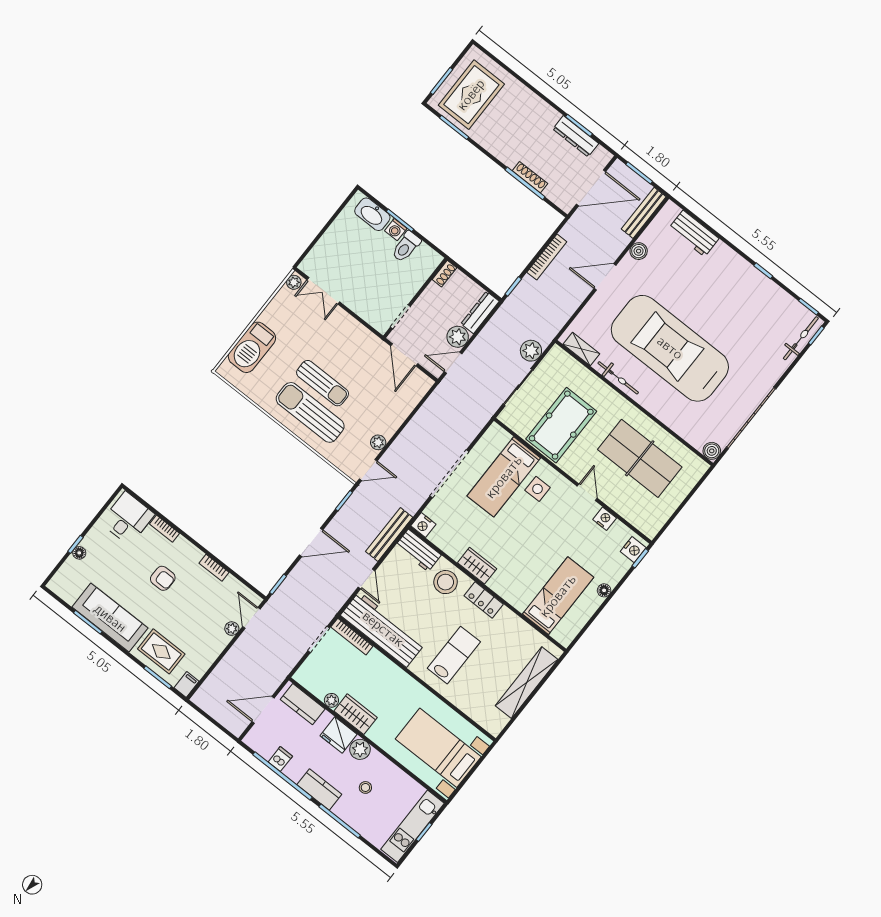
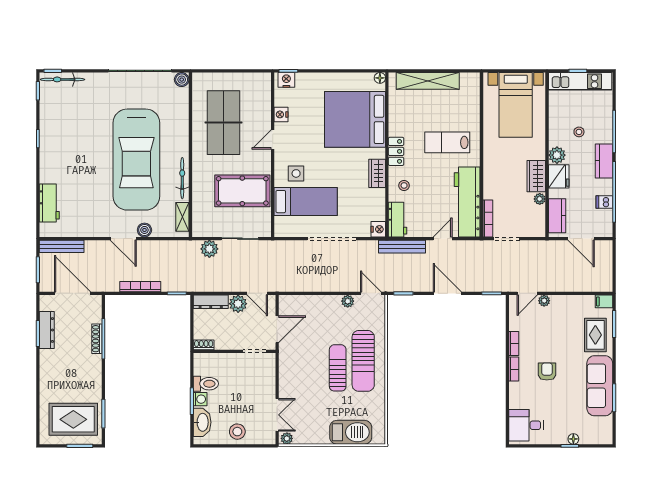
stool: (337, 241) -> (237, 432), added
boiler: (639, 251) -> (144, 230), moved
bookcase: (165, 529) -> (514, 369), moved
stool: (446, 582) -> (404, 185), width x0.53, depth x0.53
floor lamp: (604, 590) -> (380, 78), moved
bed: (558, 596) -> (355, 119), width x2.04

